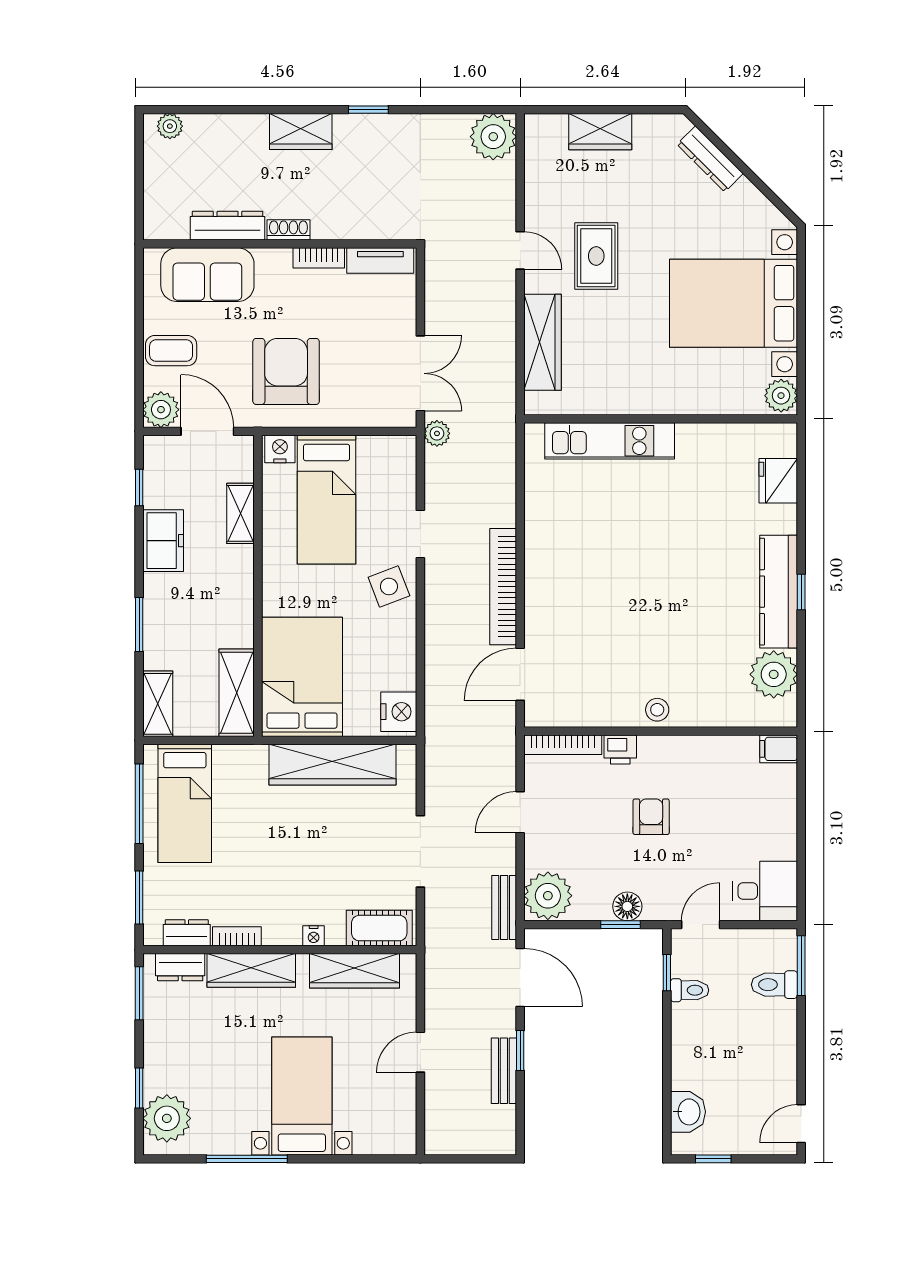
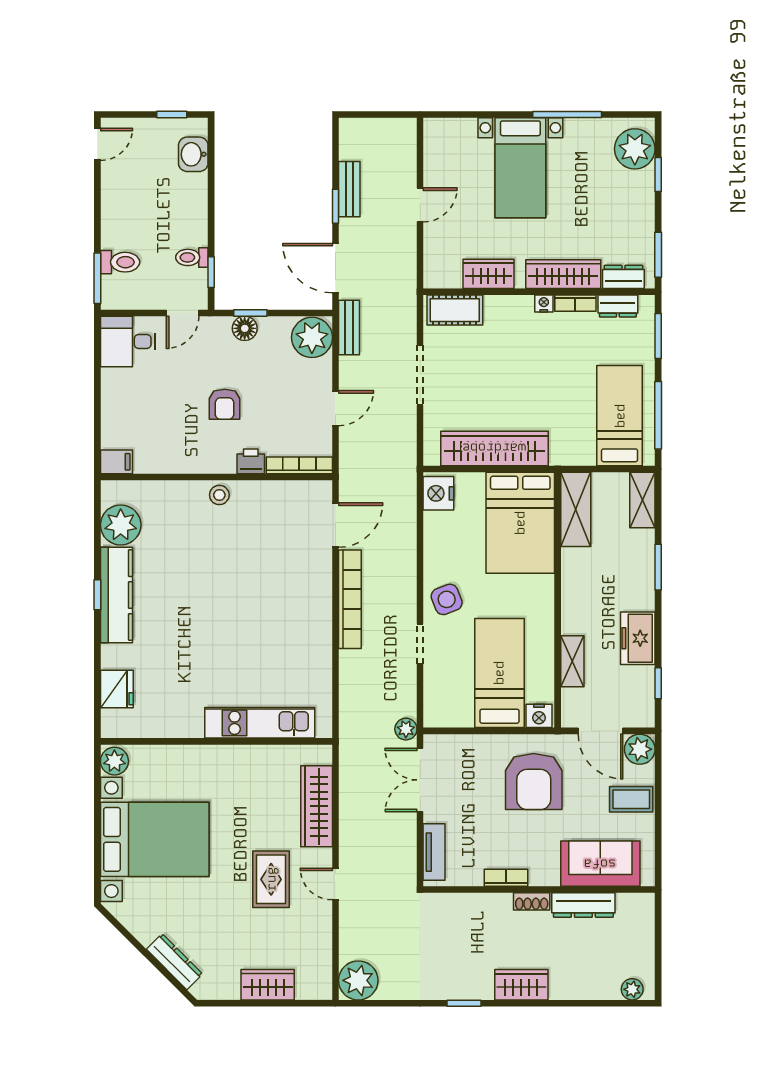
tv unit: (380, 260) -> (434, 852), moved, turned 90
nightstand: (314, 936) -> (544, 303), moved
wardrobe: (354, 971) -> (488, 274), width x0.67

